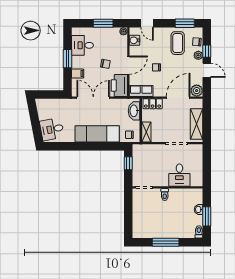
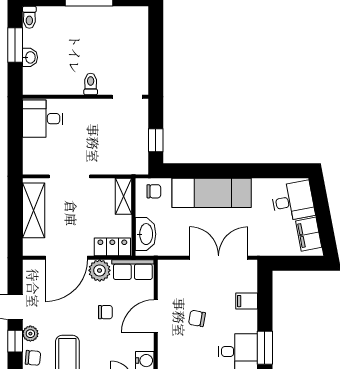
window: (67, 59) -> (265, 348), moved
printer: (119, 85) -> (172, 280), removed
plant: (197, 91) -> (100, 270), moved
double door: (93, 98) -> (219, 258), swing flipped
filing cabinet: (43, 111) -> (309, 234), added
desk: (179, 175) -> (43, 119), moved, turned -90

